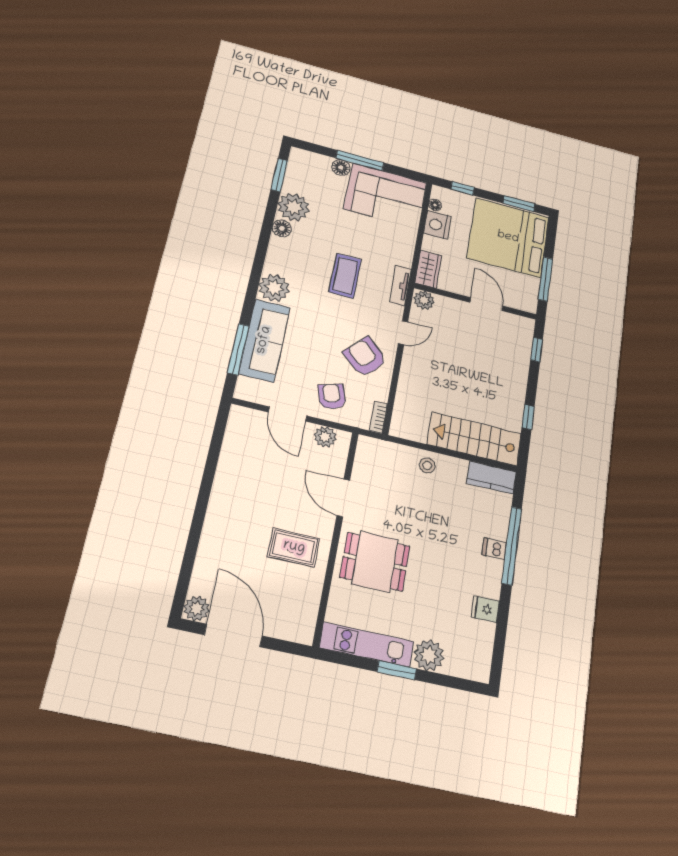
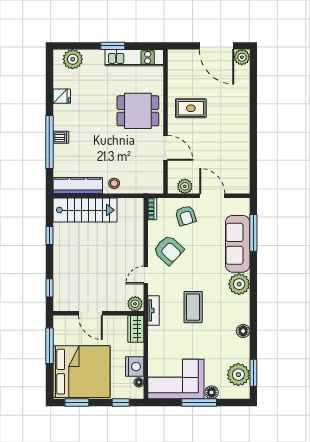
plant: (294, 207) -> (238, 375), moved
kitchen counter: (491, 478) -> (78, 186), width x1.50
plant: (429, 655) -> (73, 59), moved

